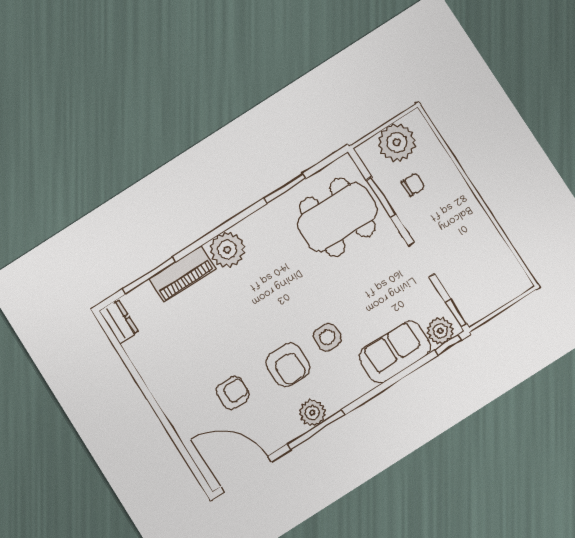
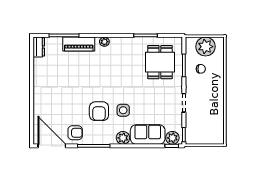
dining table: (337, 217) -> (160, 62), width x0.73
plant: (227, 250) -> (104, 42), width x0.53, depth x0.53
armchair: (233, 393) -> (75, 133), moved
plant: (312, 413) -> (123, 138), moved

